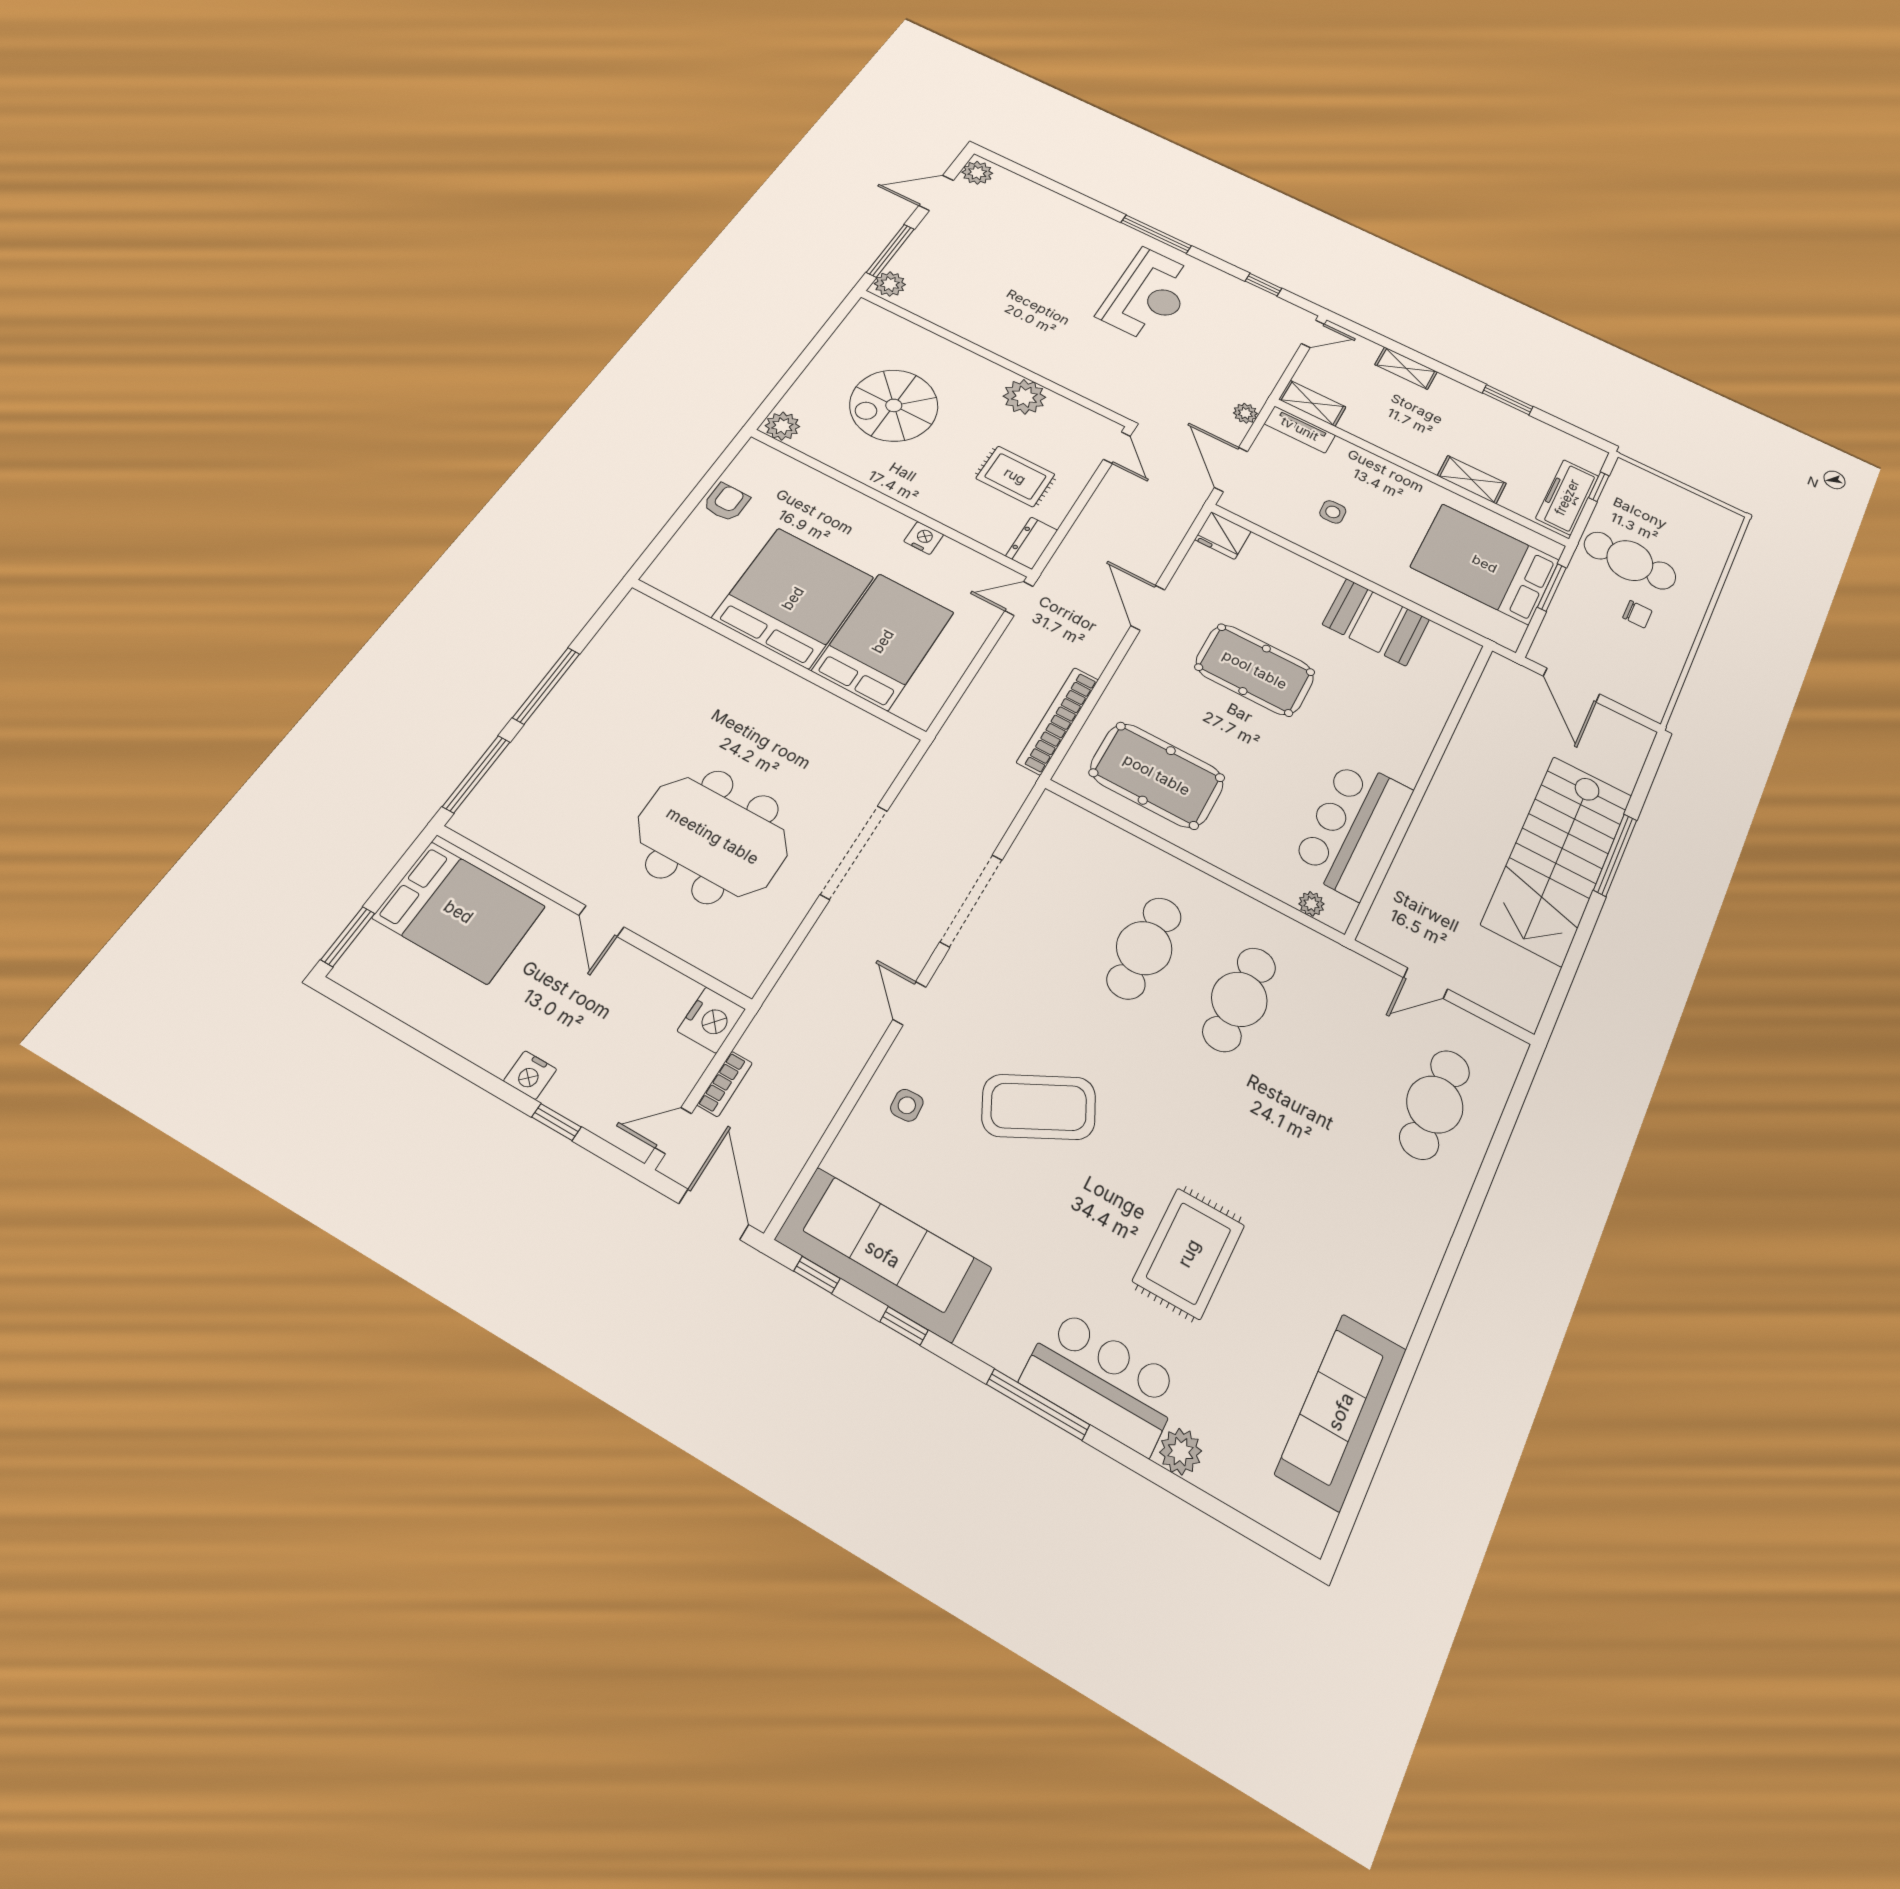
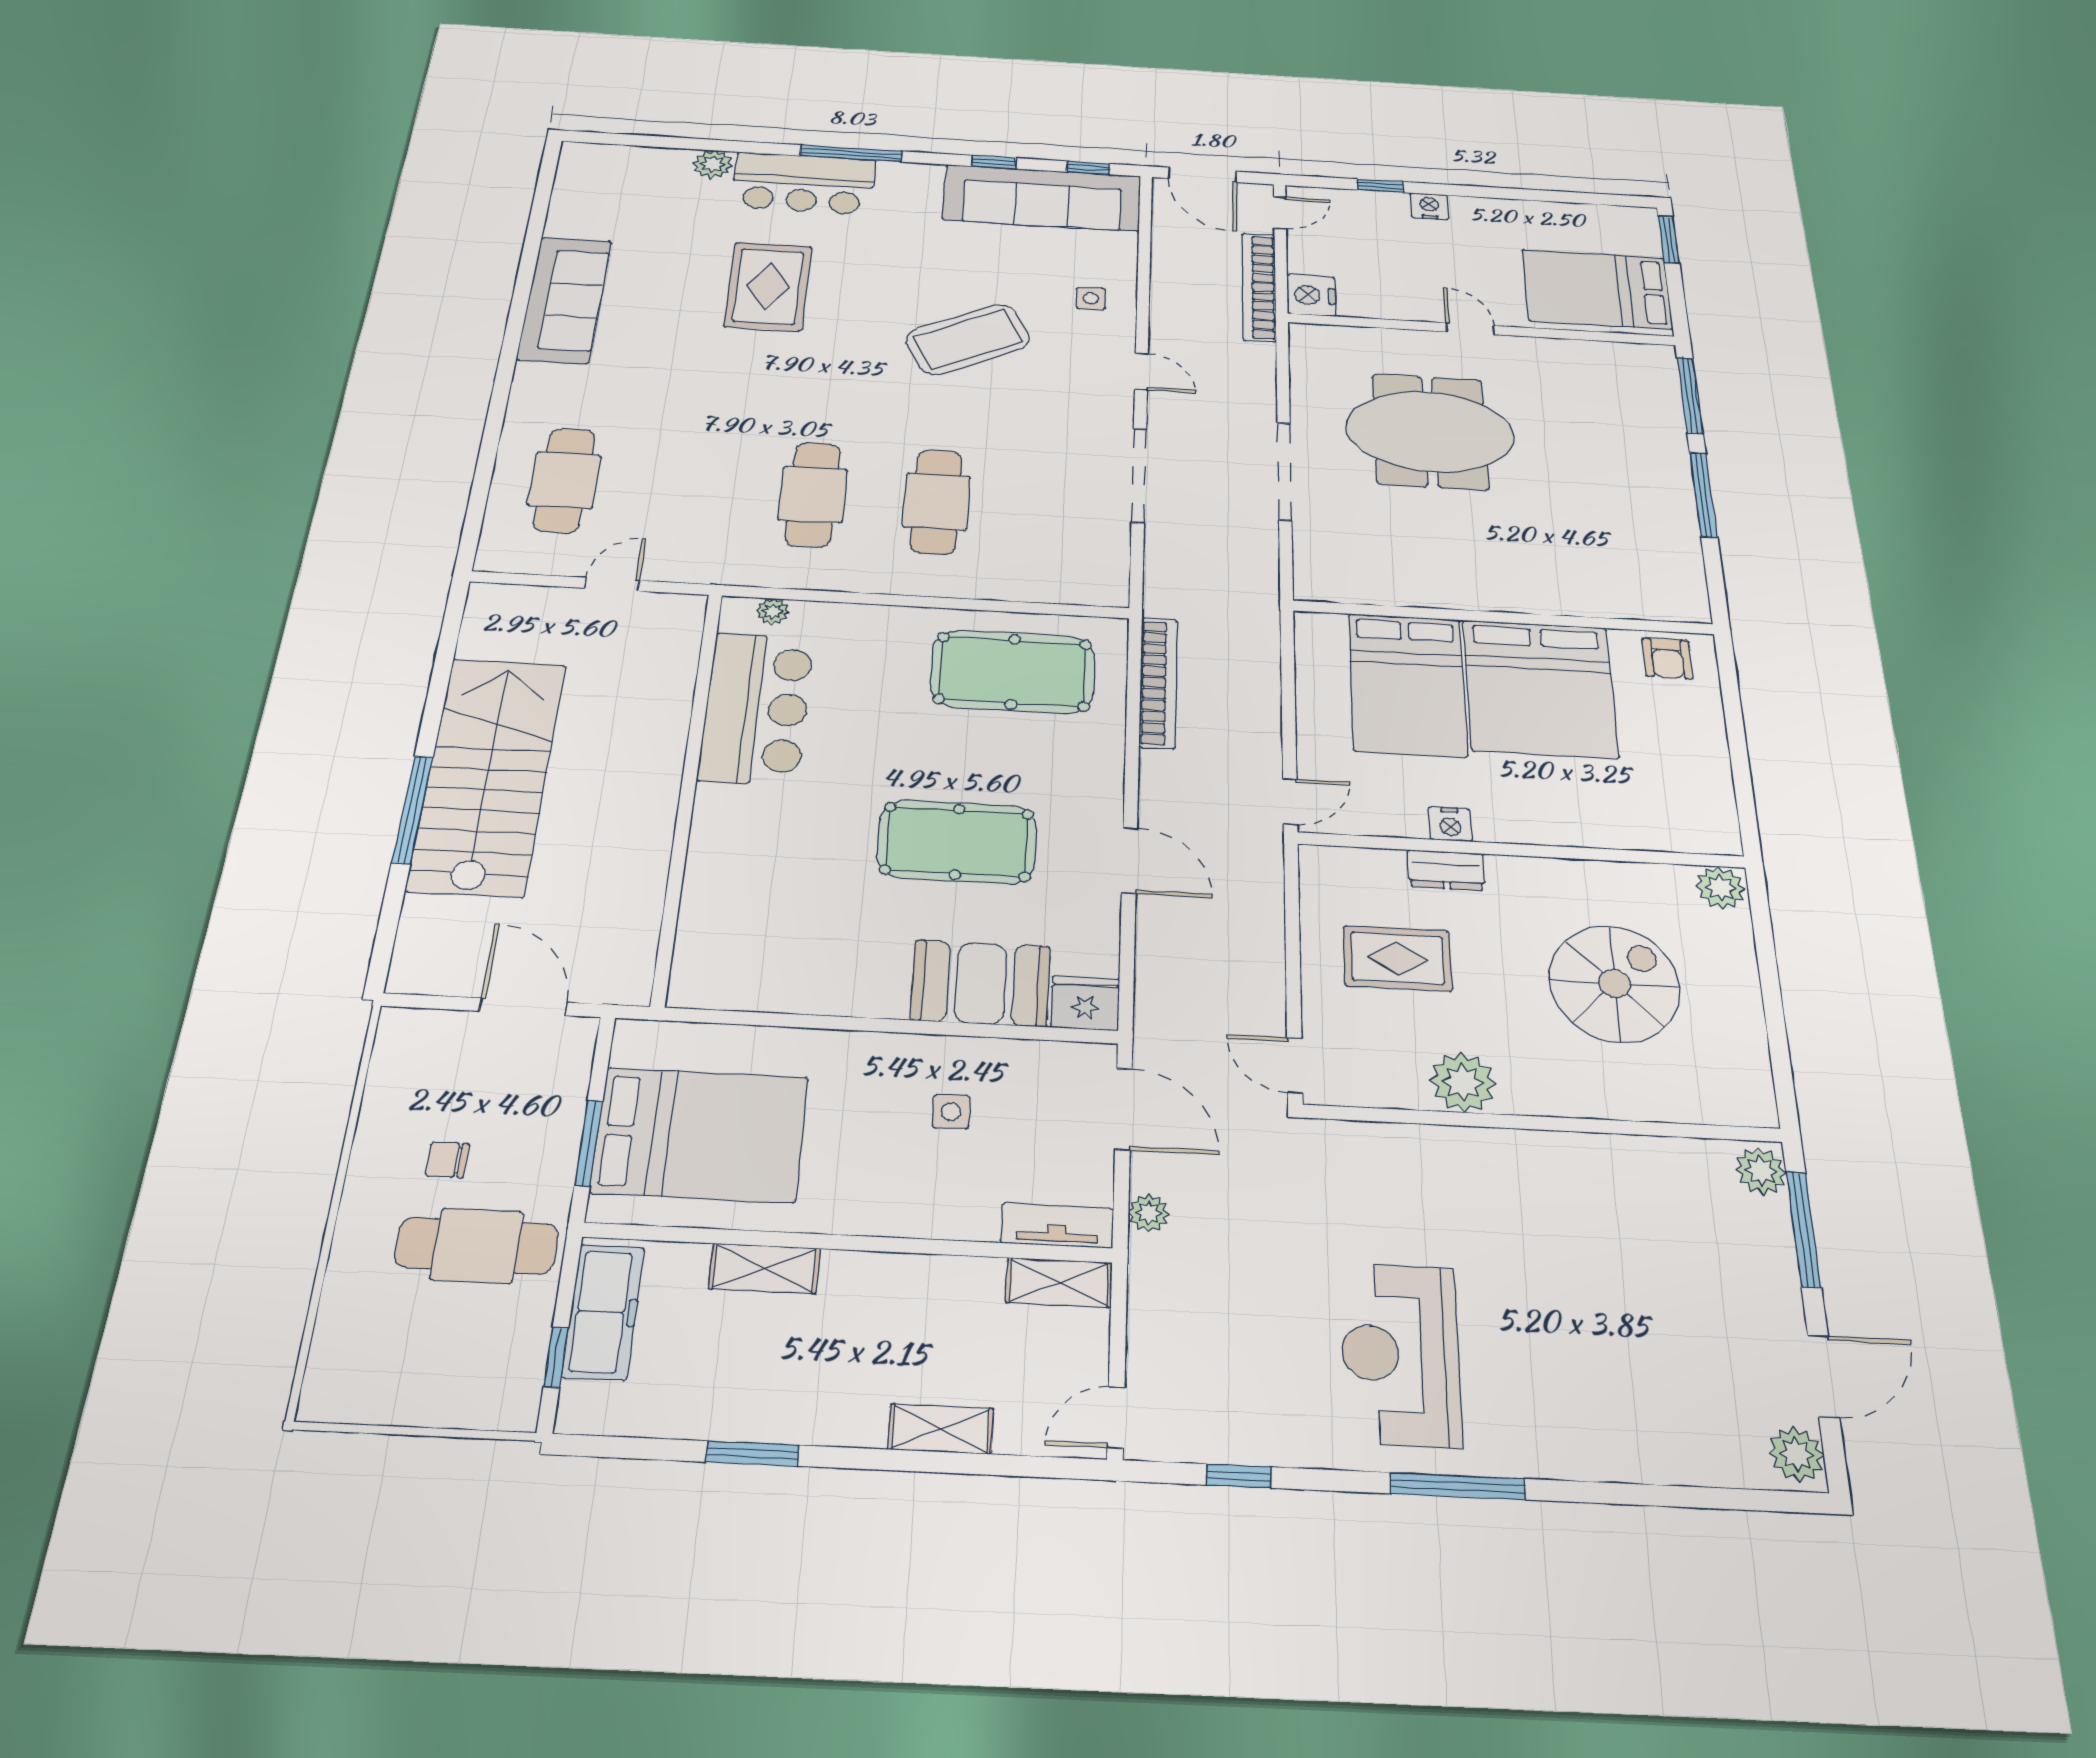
armchair: (726, 502) -> (1667, 658), moved
dresser: (1032, 543) -> (1446, 870), moved, turned 90
booth: (1376, 622) -> (981, 983), moved
bookcase: (725, 1084) -> (1259, 287), width x2.31, depth x1.31
sofa: (1341, 1411) -> (565, 300), moved

